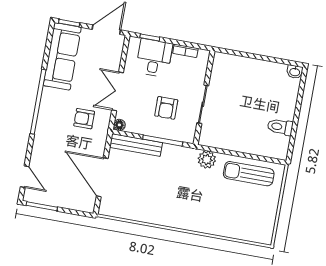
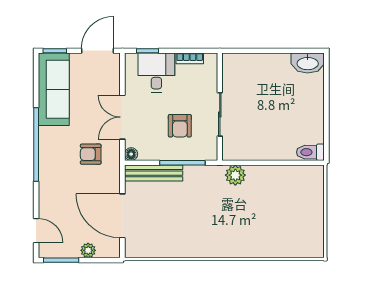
washbasin: (295, 72) -> (308, 63), width x1.91, depth x1.45
toilet: (280, 127) -> (310, 152), moved
sun lounger: (249, 174) -> (285, 182), removed
plant: (67, 202) -> (88, 250), added

